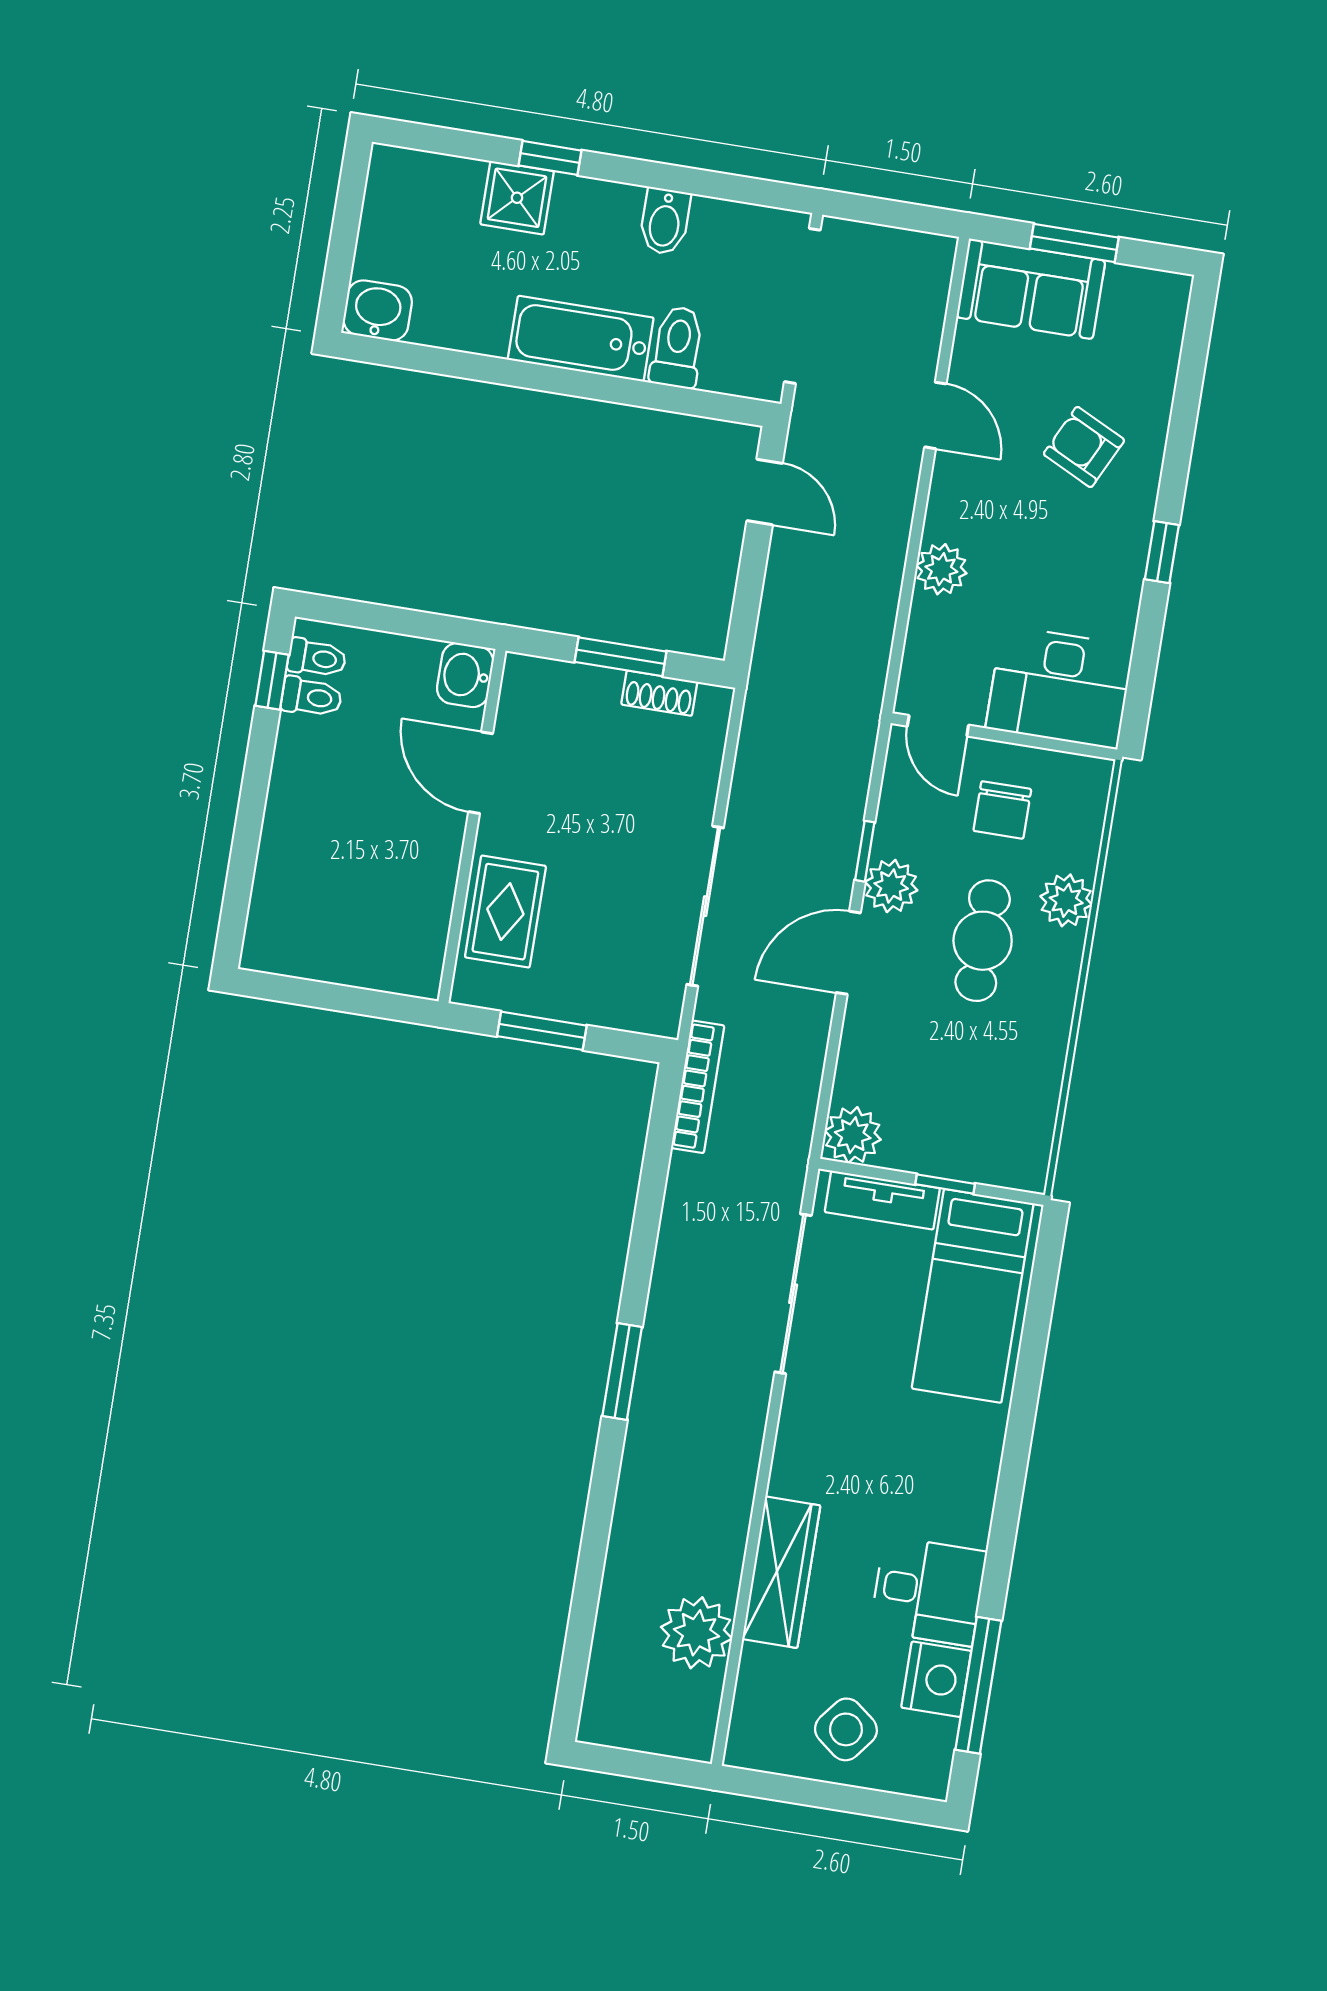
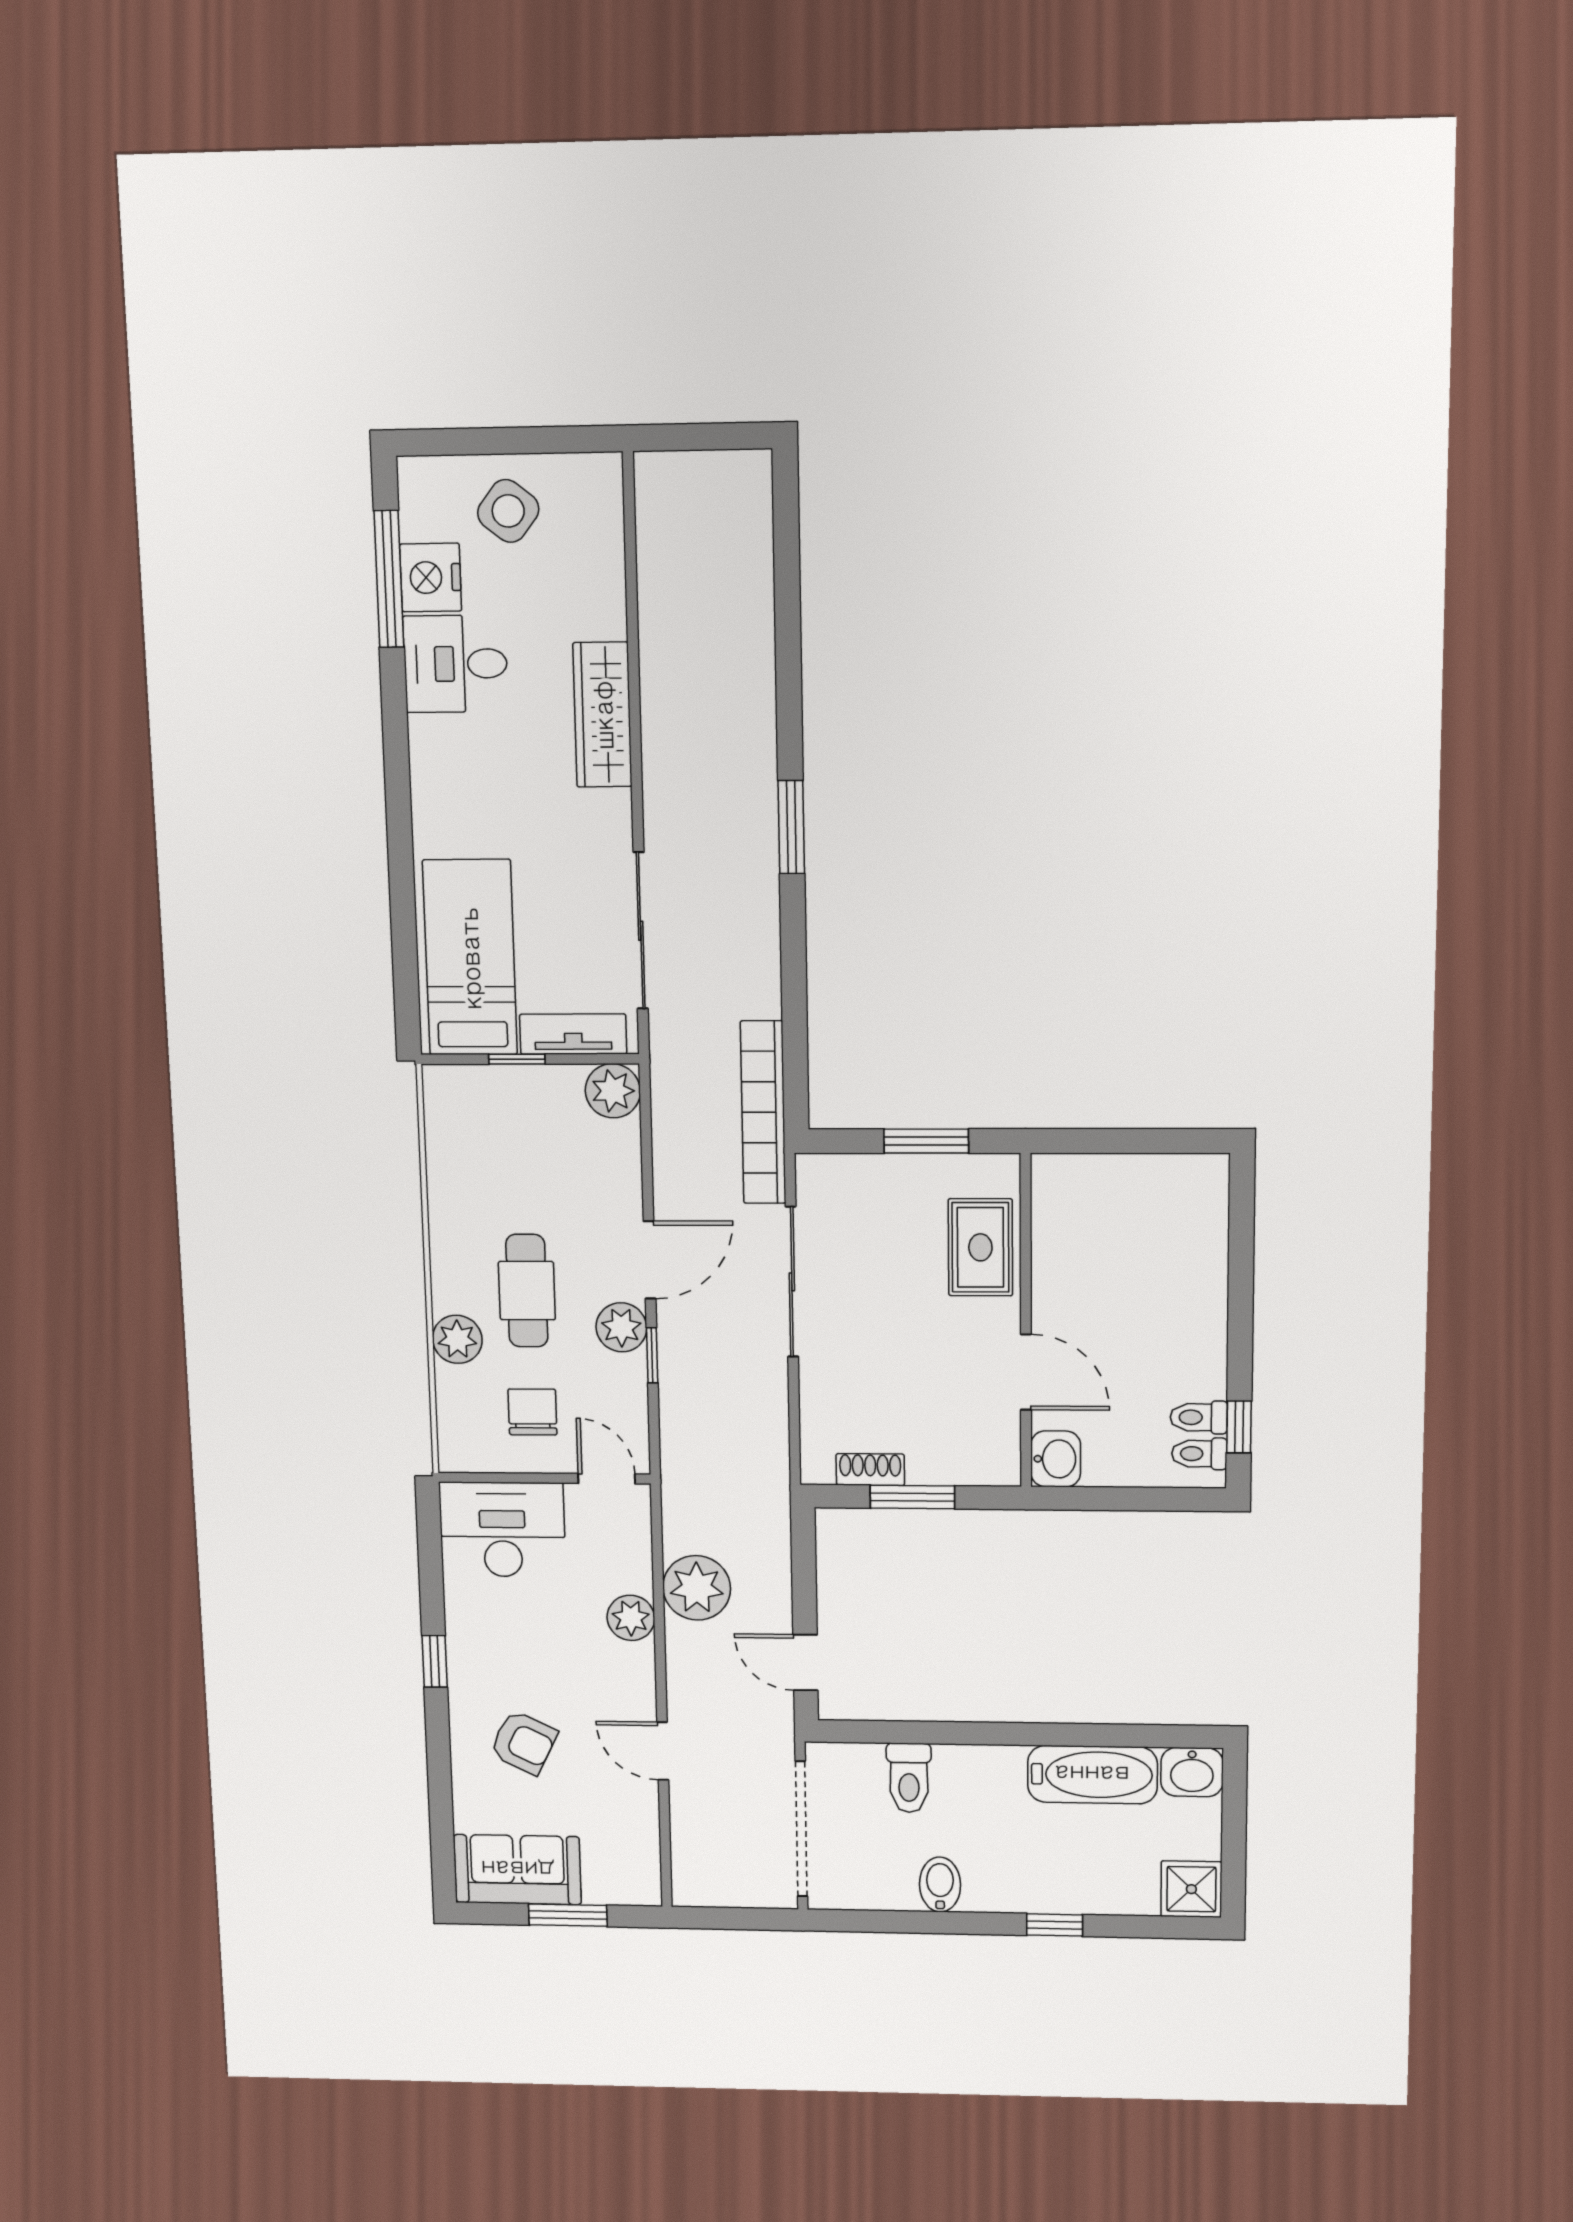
shower: (517, 198) -> (1191, 1889), moved
sofa: (1031, 289) -> (518, 1870), moved
bathtub: (581, 339) -> (1092, 1775), moved
bookcase: (698, 1087) -> (763, 1112), width x1.48, depth x1.31
wardrobe: (781, 1572) -> (603, 715), moved
plant: (696, 1633) -> (697, 1588), moved

